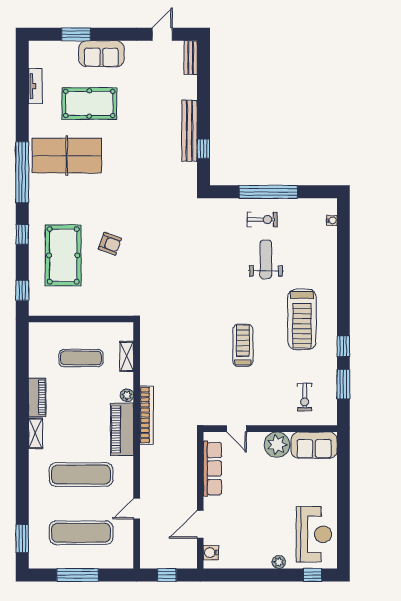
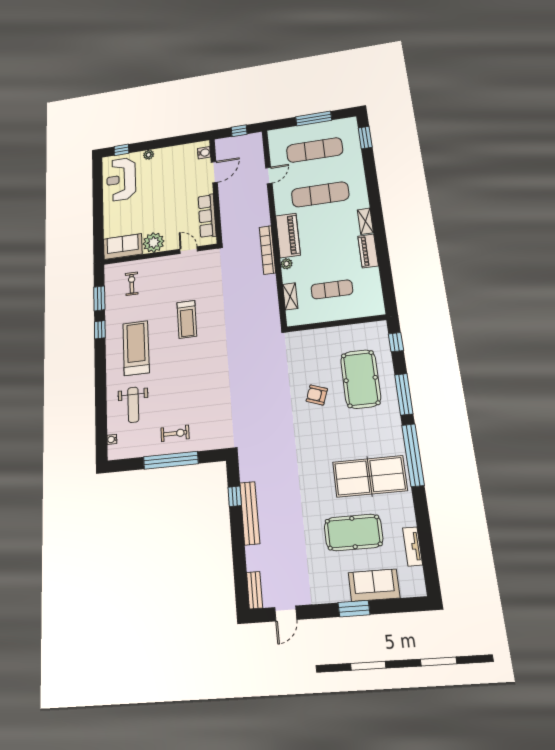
window: (76, 34) -> (354, 609), moved
sofa: (101, 54) -> (374, 585), moved
exercise bike: (262, 219) -> (175, 433), turned 180
window: (22, 234) -> (404, 394), width x2.17
weight bench: (266, 259) -> (133, 405), moved

